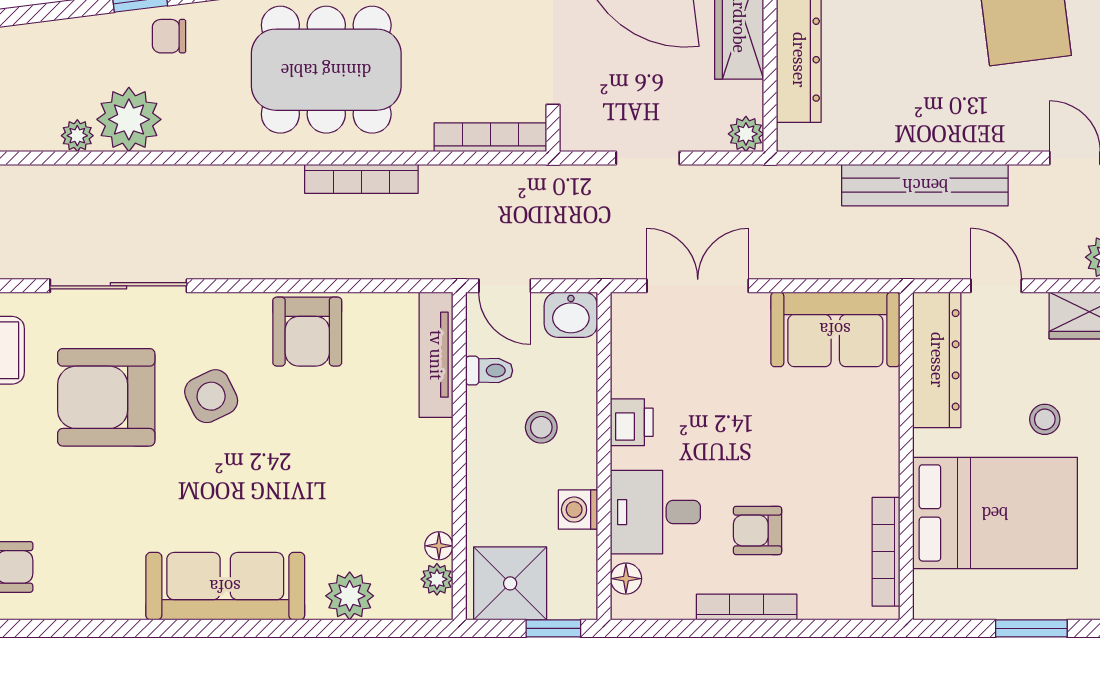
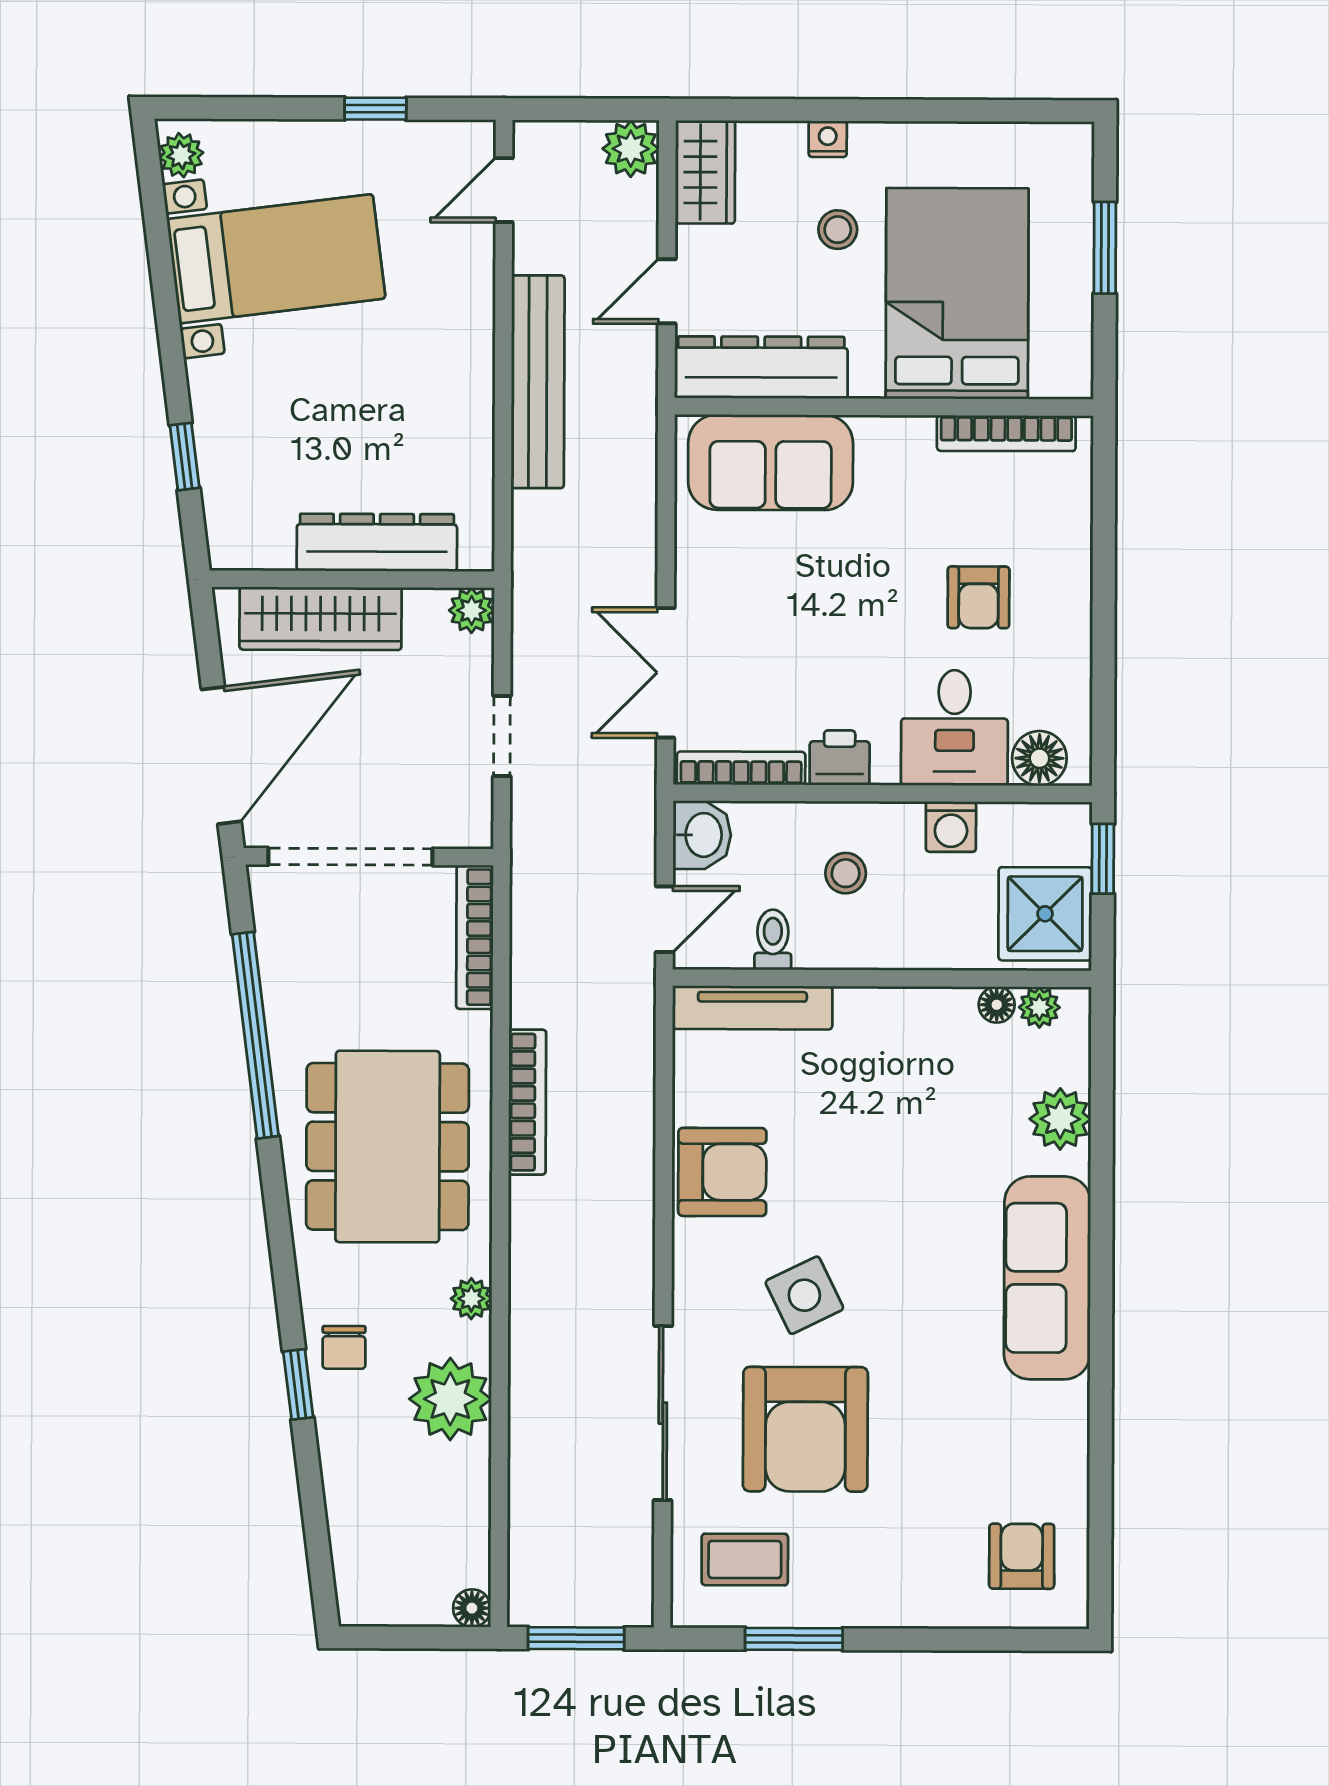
plant: (77, 136) -> (471, 1299), moved
sofa: (835, 329) -> (771, 462), moved, turned 90
floor lamp: (626, 579) -> (1039, 758), width x1.37, depth x1.37
bookcase: (747, 607) -> (741, 768), moved, turned 90

